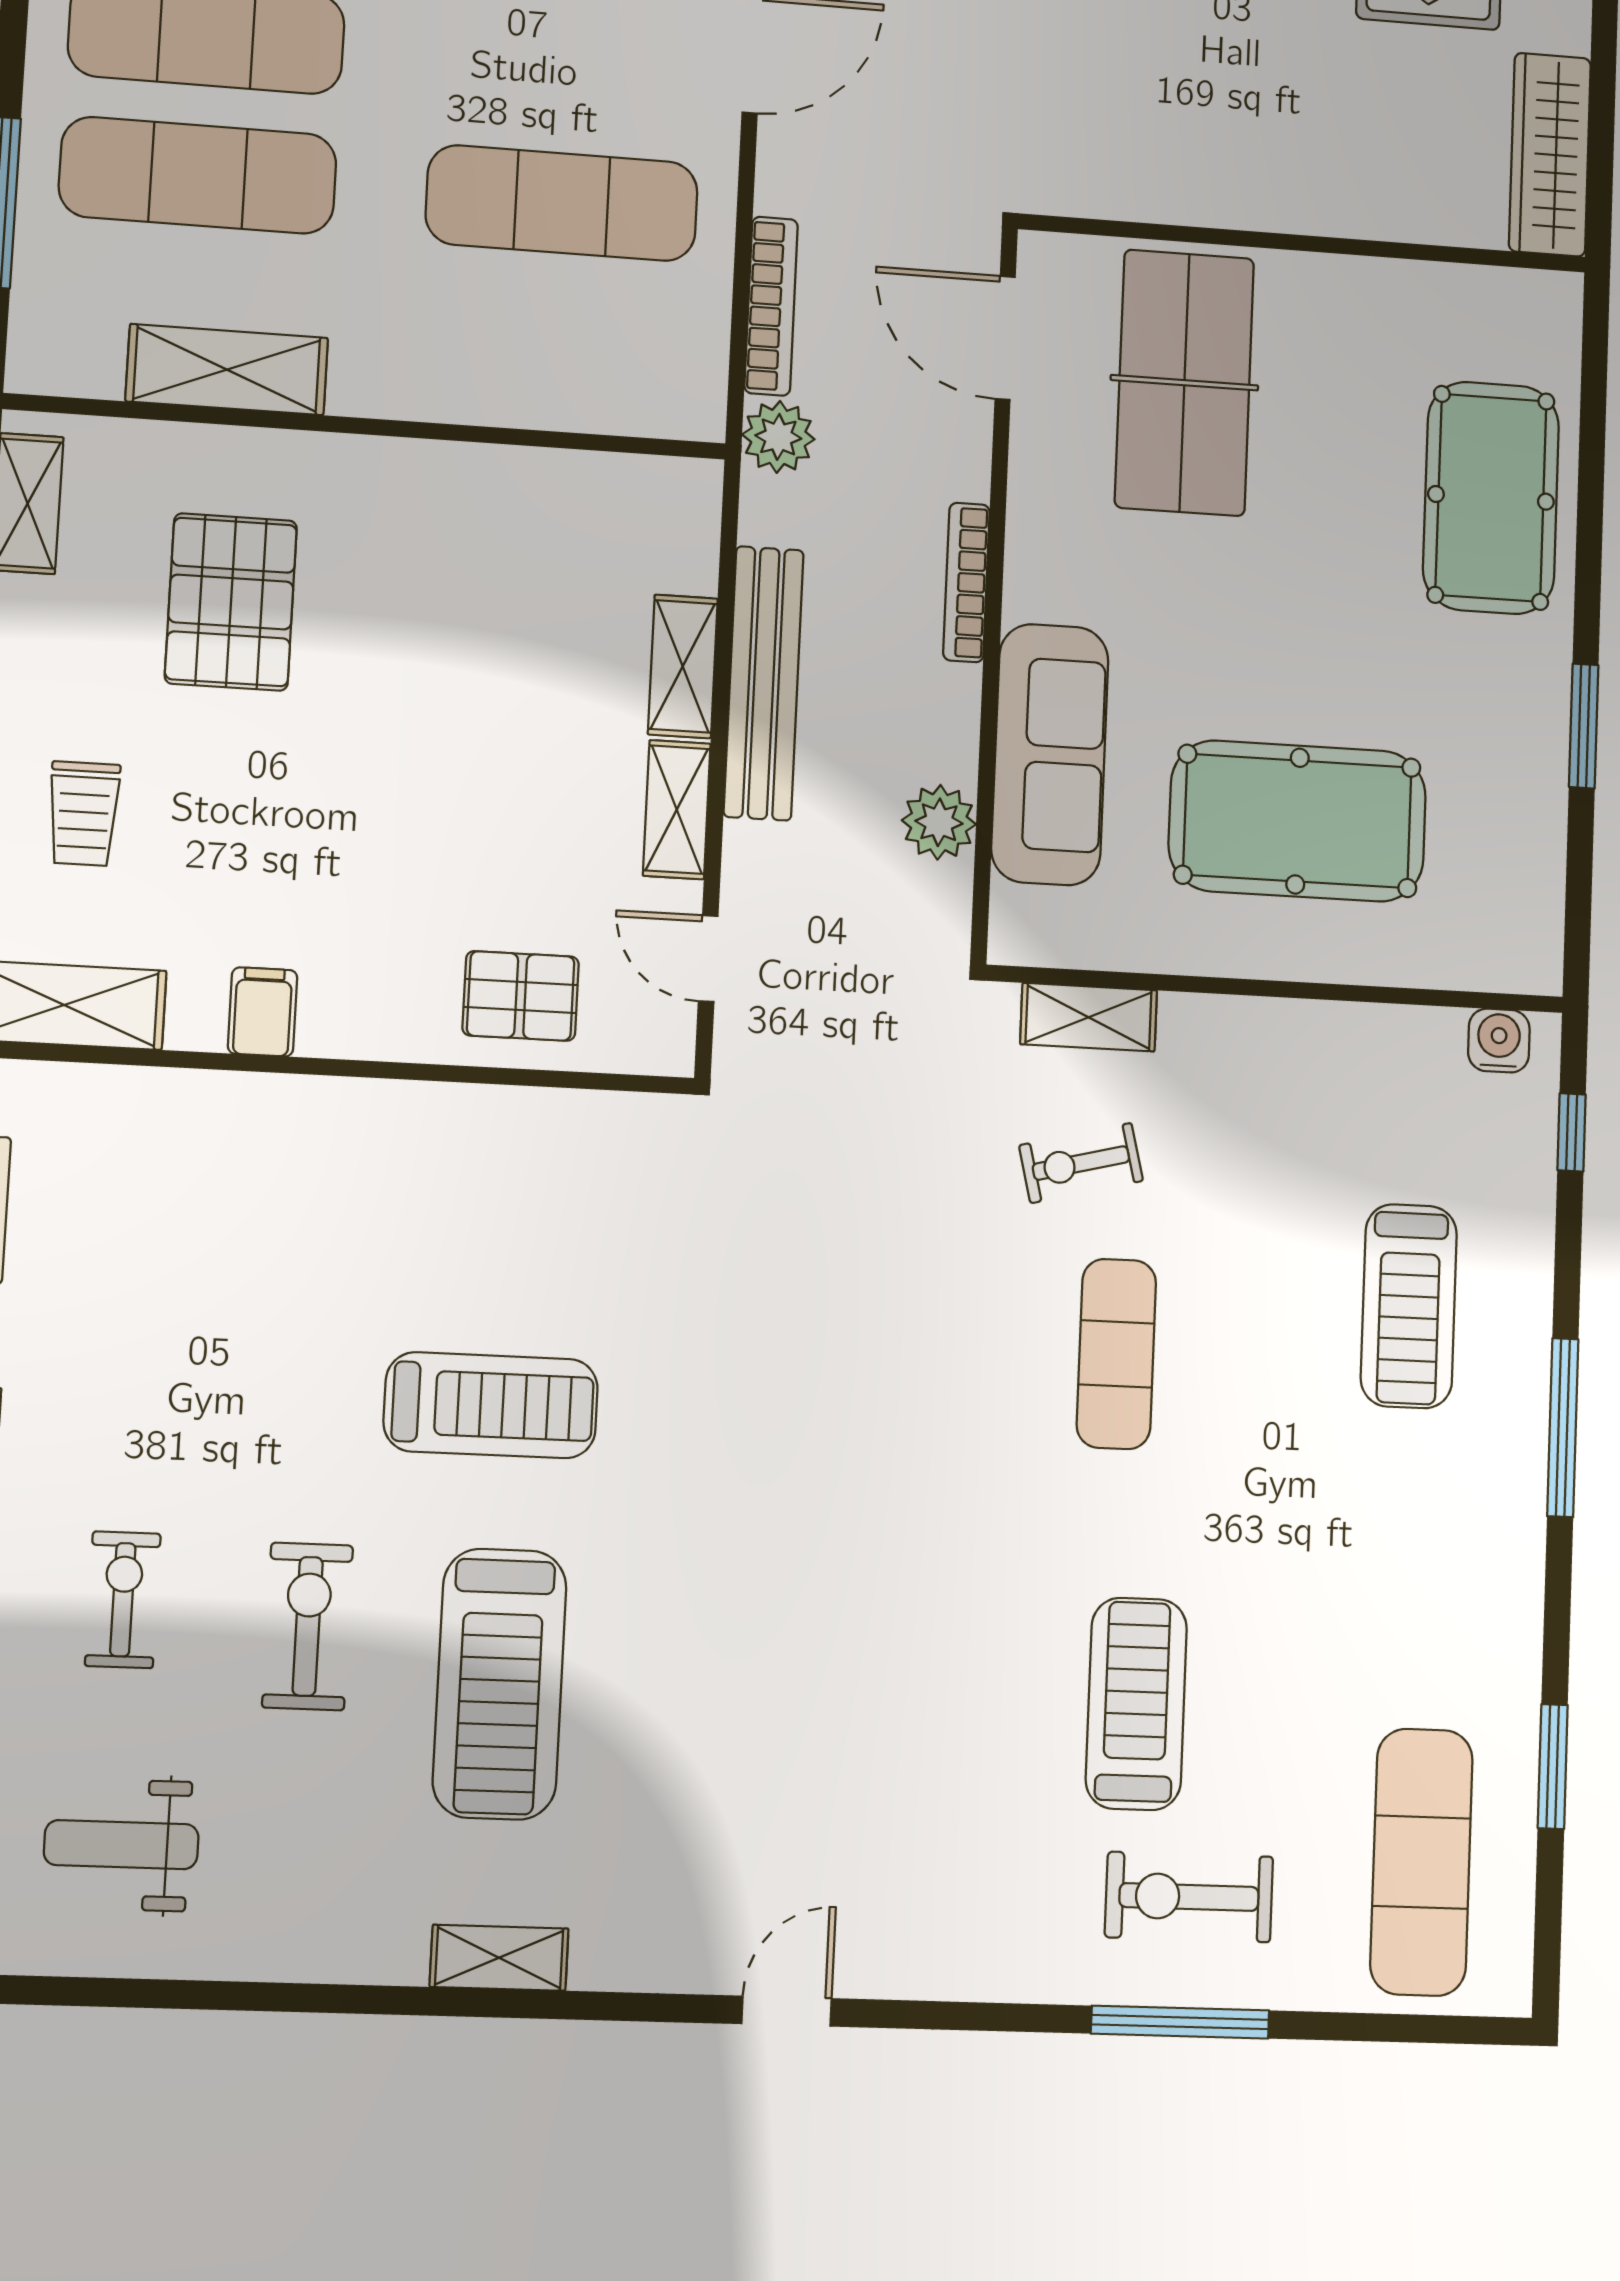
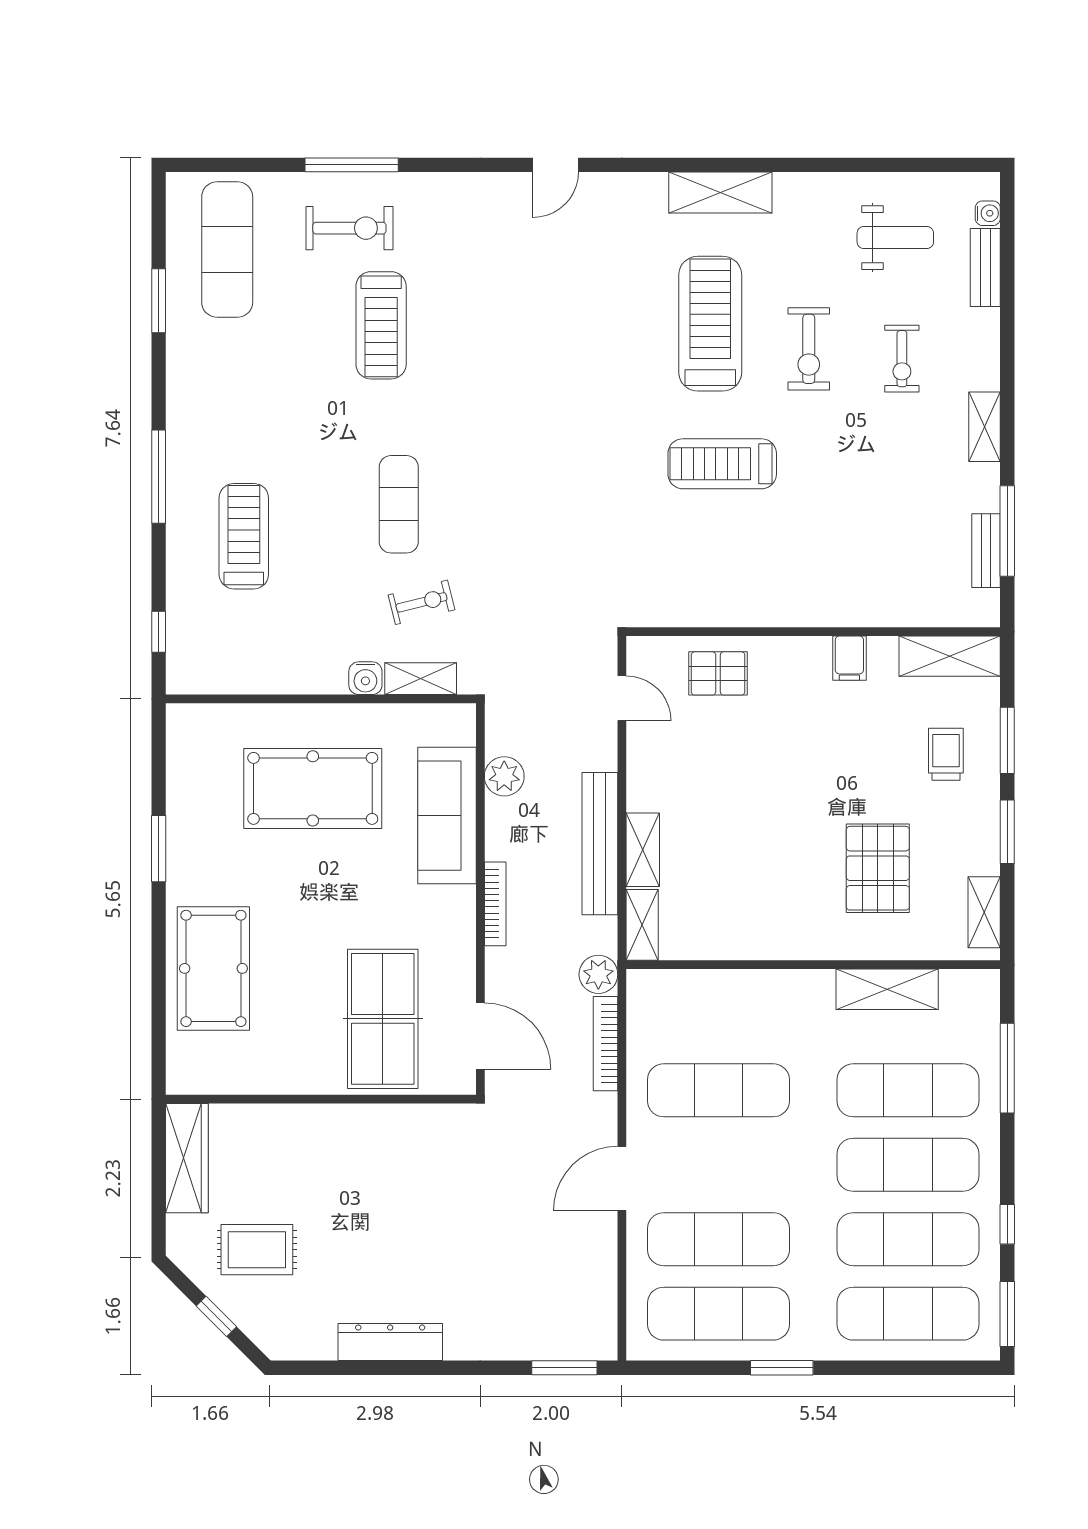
shelving: (677, 810) -> (642, 925), moved
water cooler: (1499, 1041) -> (365, 678), moved
shelving: (499, 1958) -> (720, 193), width x1.50, depth x1.33

